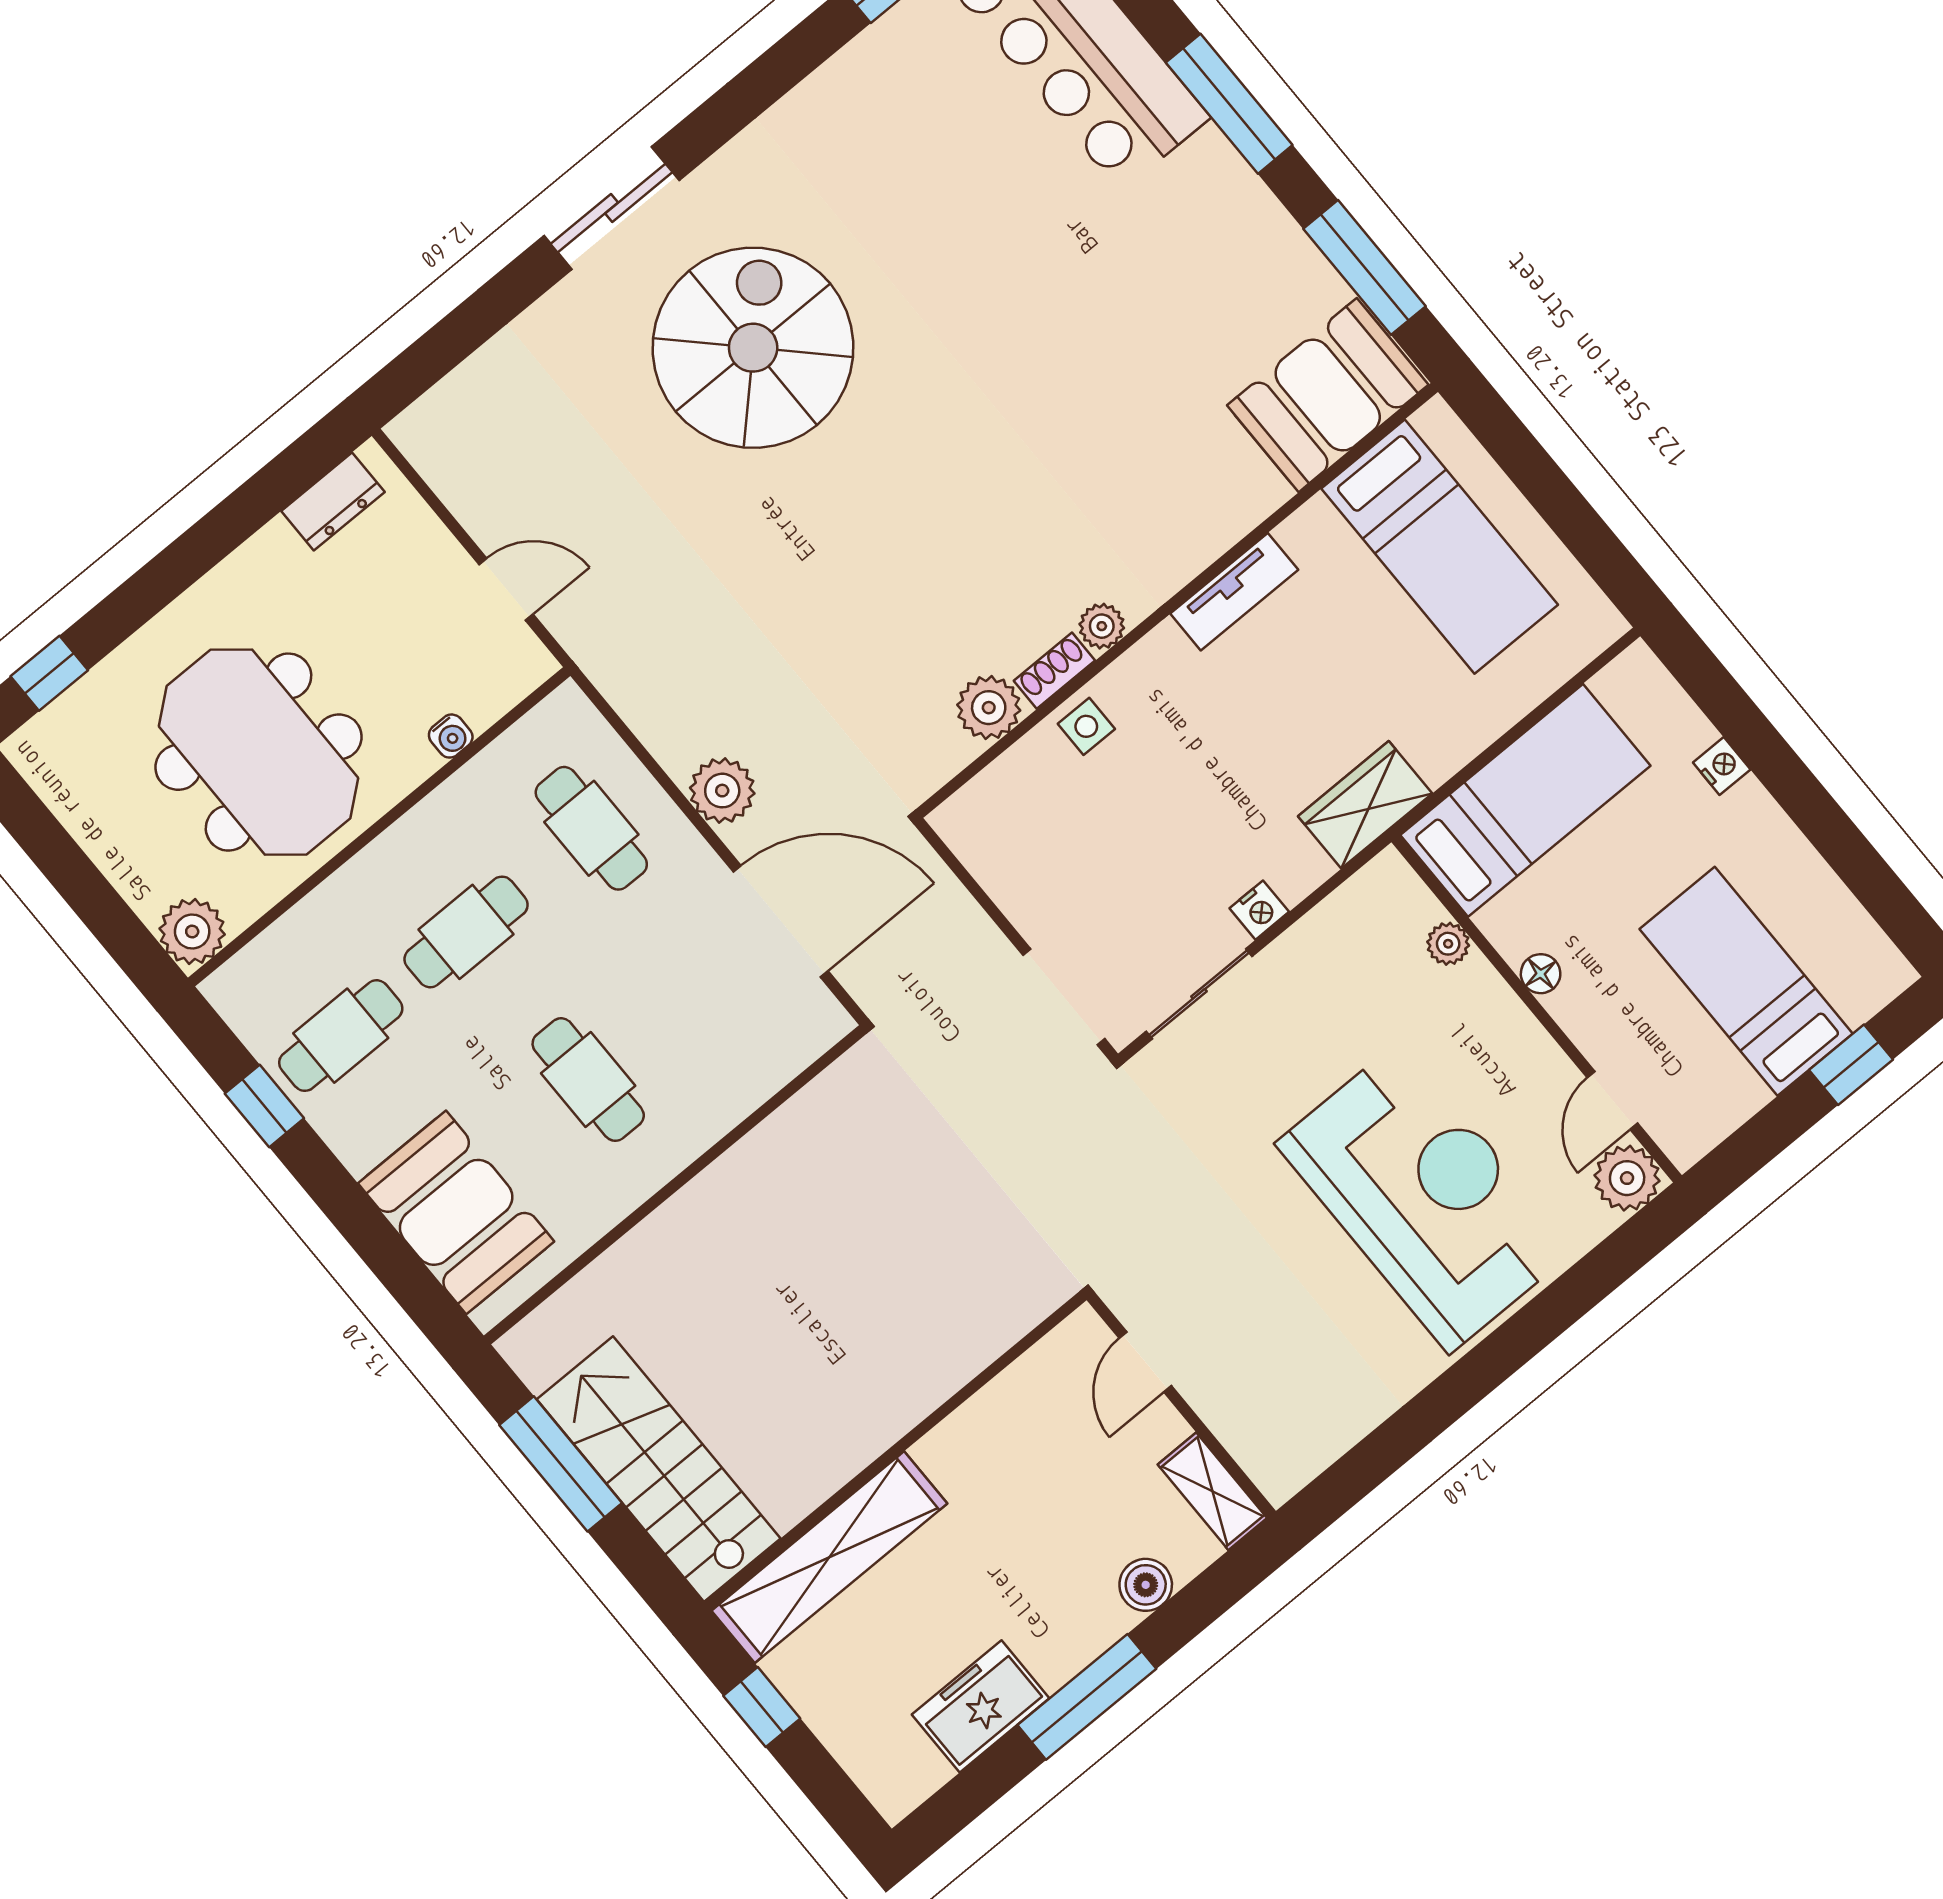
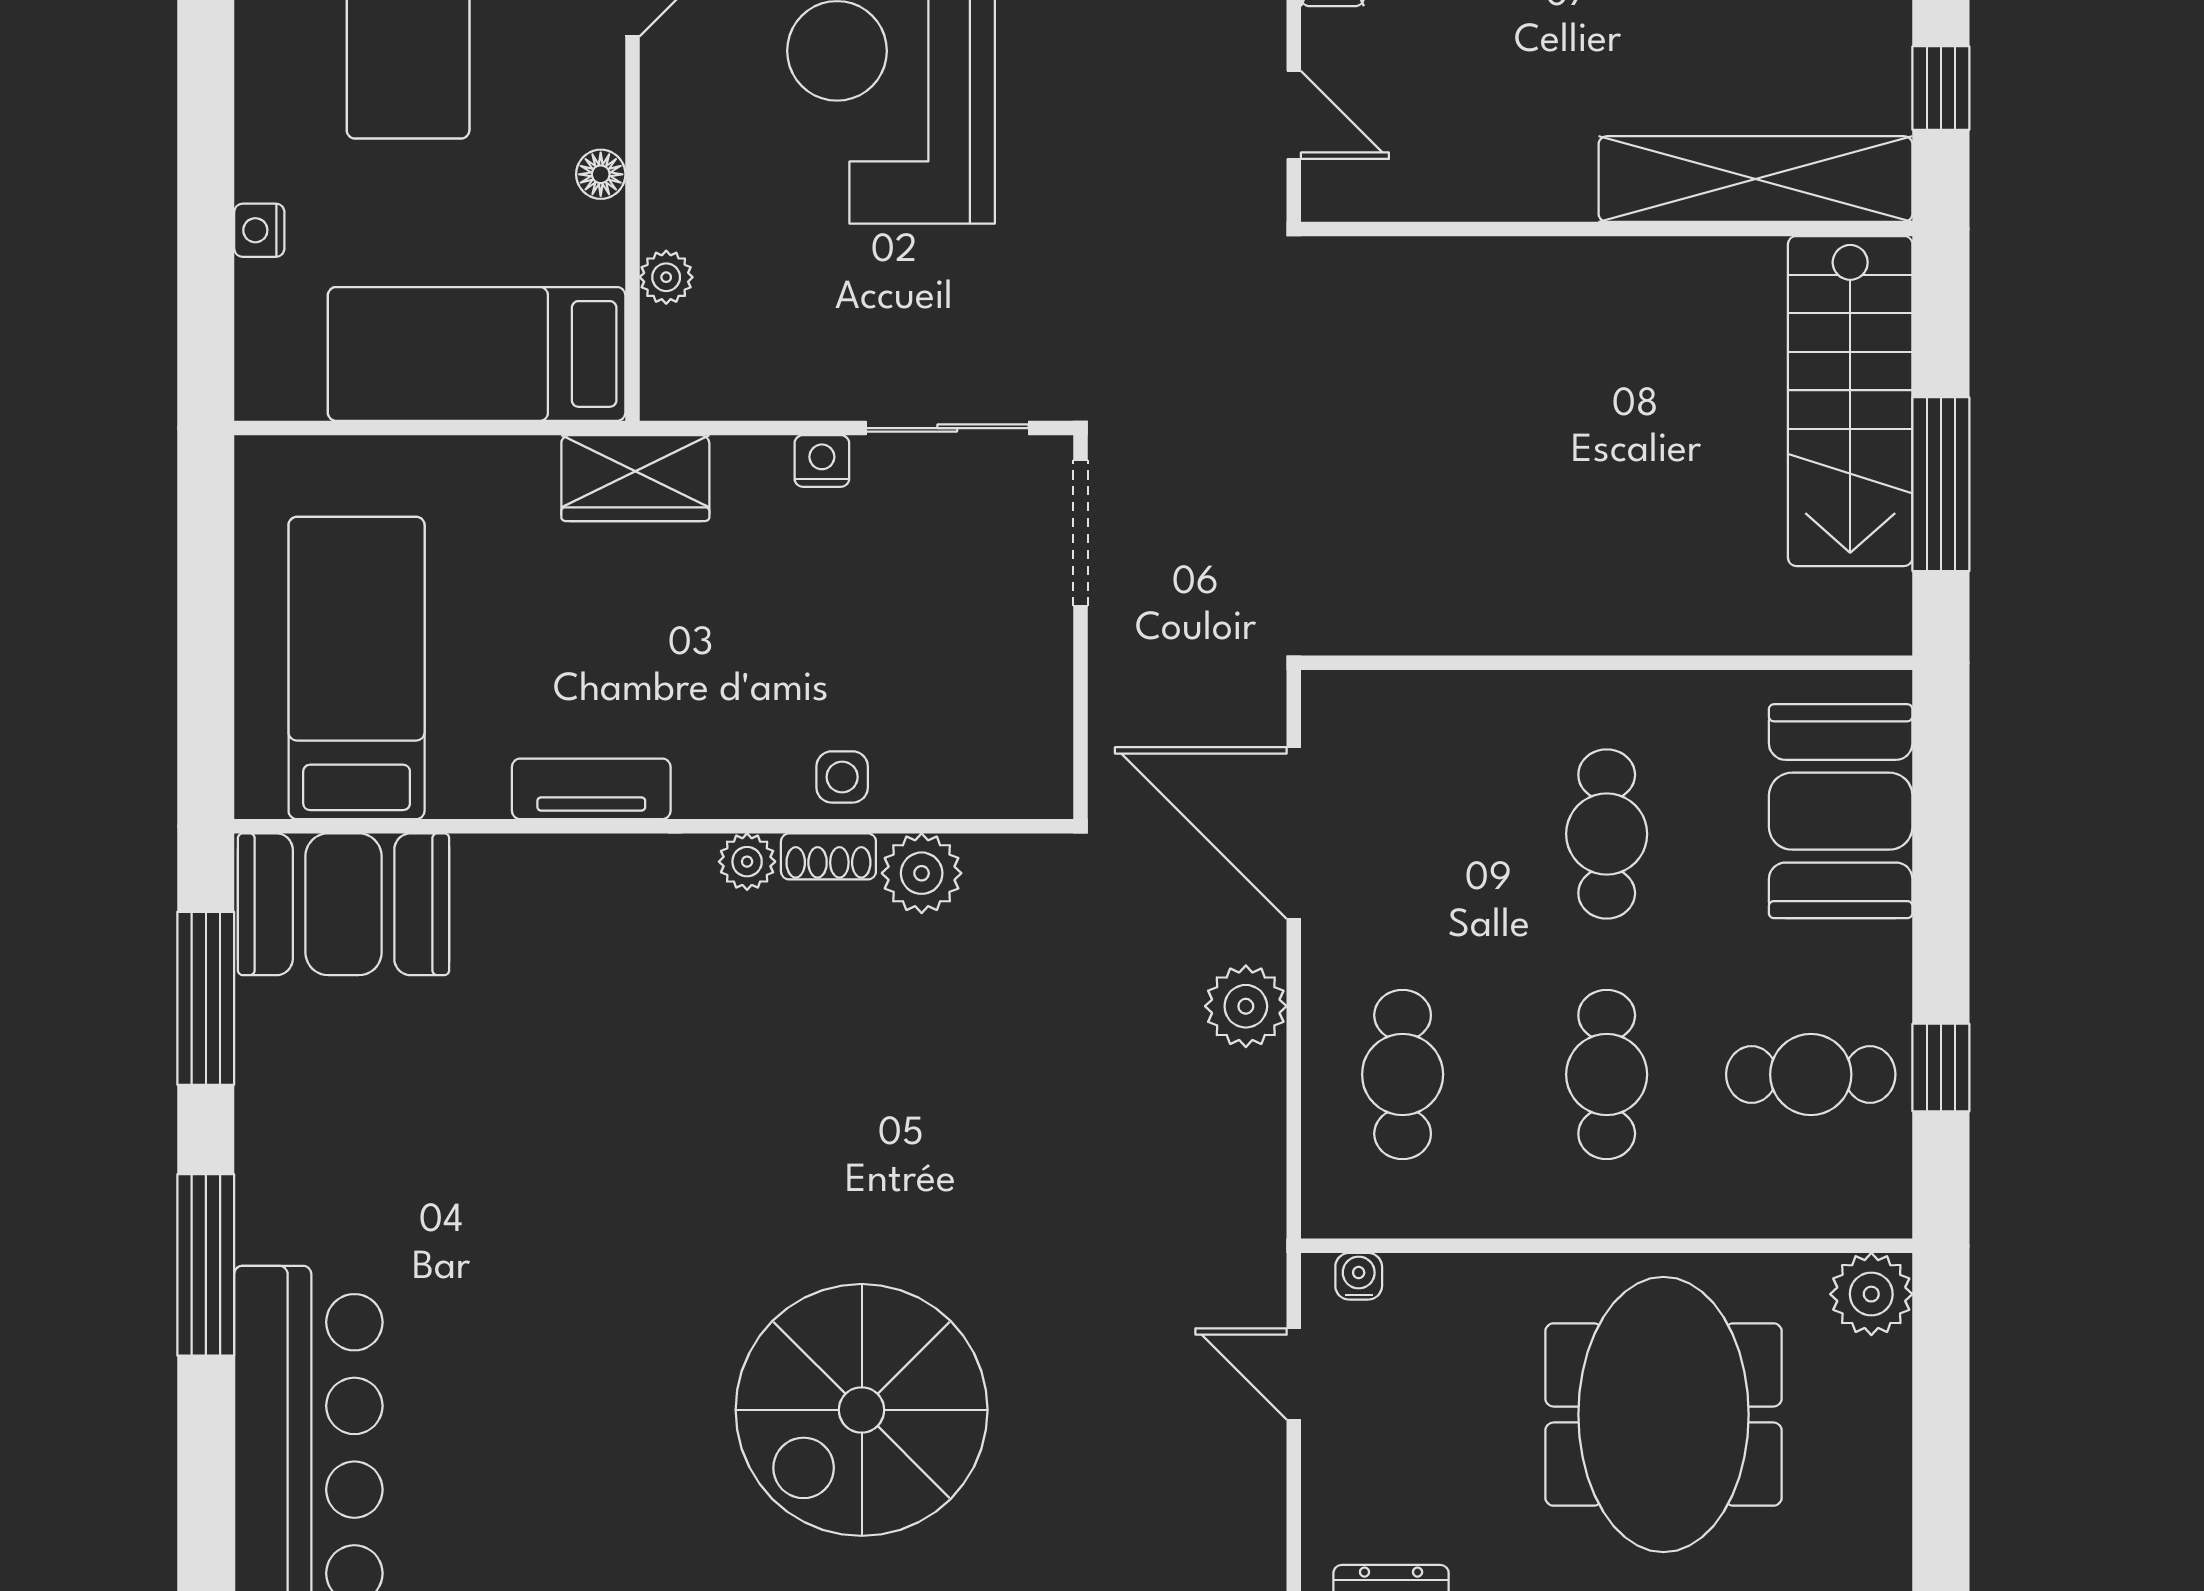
water cooler: (451, 736) -> (1359, 1276), moved
cafe table: (466, 932) -> (1607, 1074), turned 90
door: (1145, 1362) -> (1294, 115), hinge flipped

